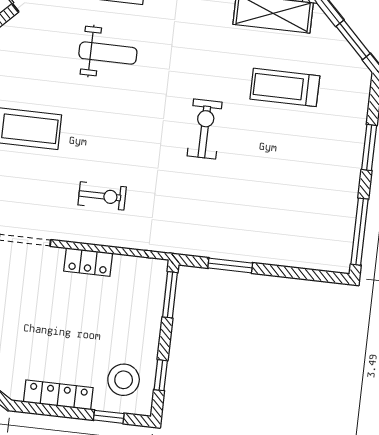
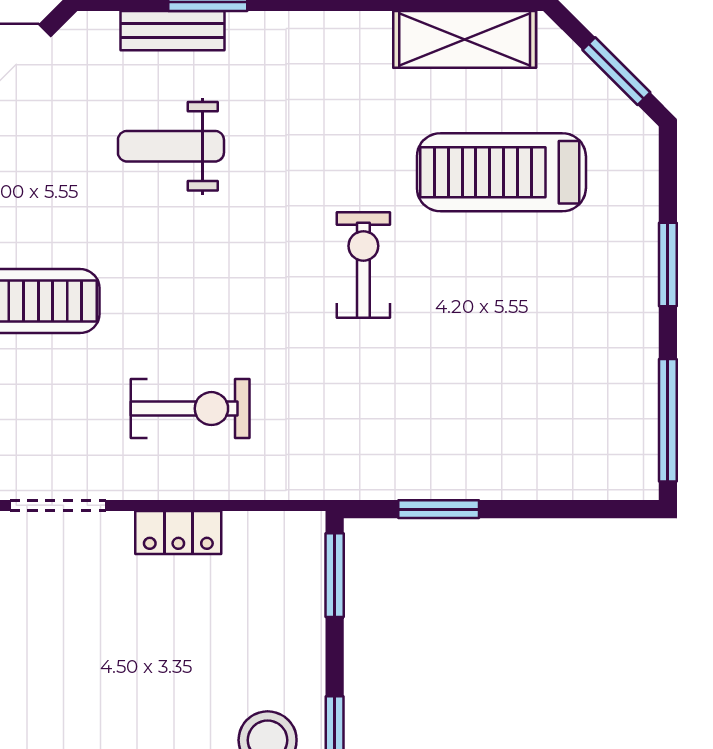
weight bench: (108, 53) -> (171, 146), turned 180
treadmill: (285, 87) -> (501, 172), width x1.37, depth x1.38
exercise bike: (102, 196) -> (190, 409), width x1.38, depth x1.39

